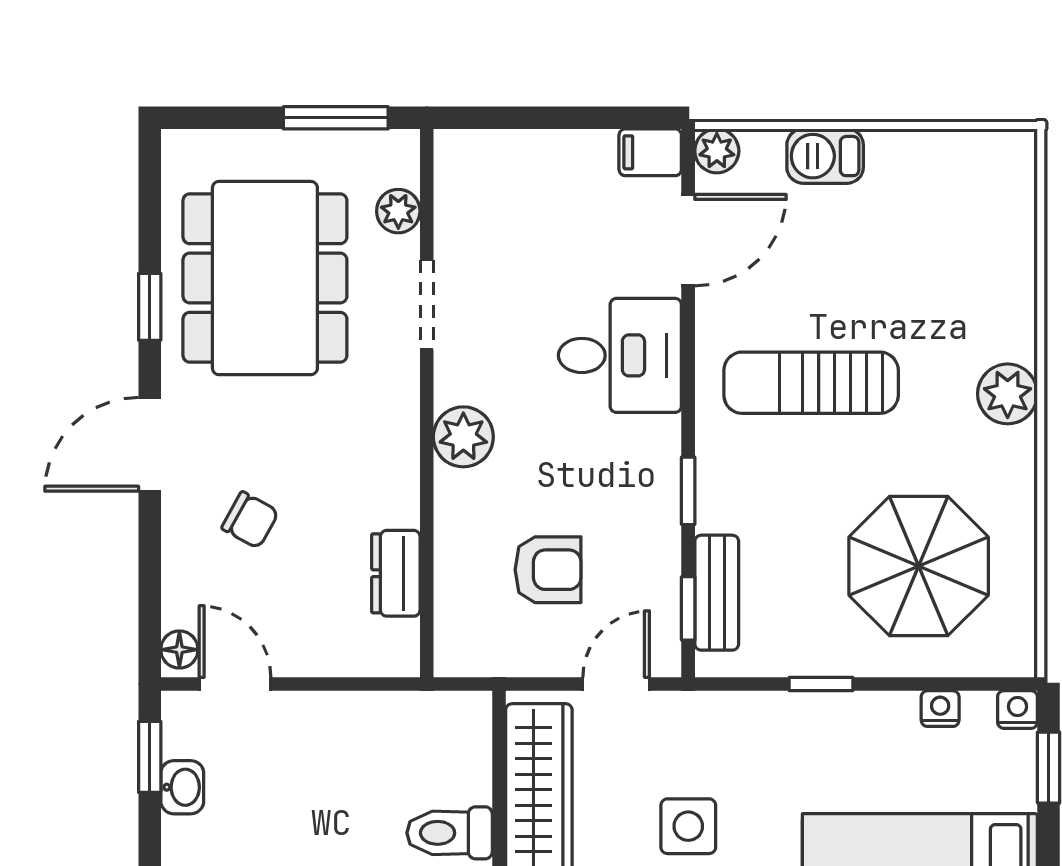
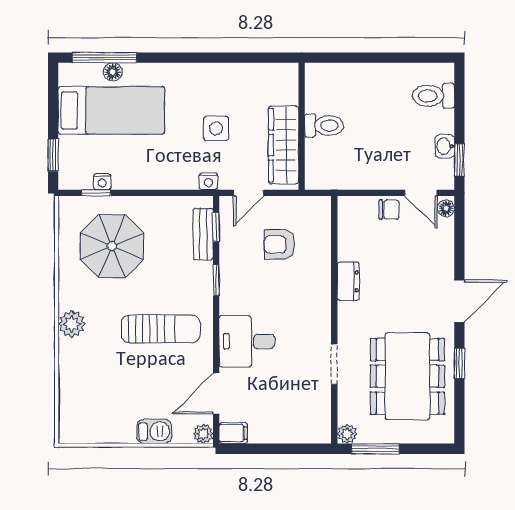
plant: (398, 211) -> (347, 434), moved
plant: (463, 437) -> (318, 305), removed
chair: (250, 520) -> (389, 209), moved, turned 151
dresser: (396, 573) -> (348, 281), moved
window: (821, 684) -> (96, 193), moved
nightstand: (1017, 710) -> (208, 181), moved

